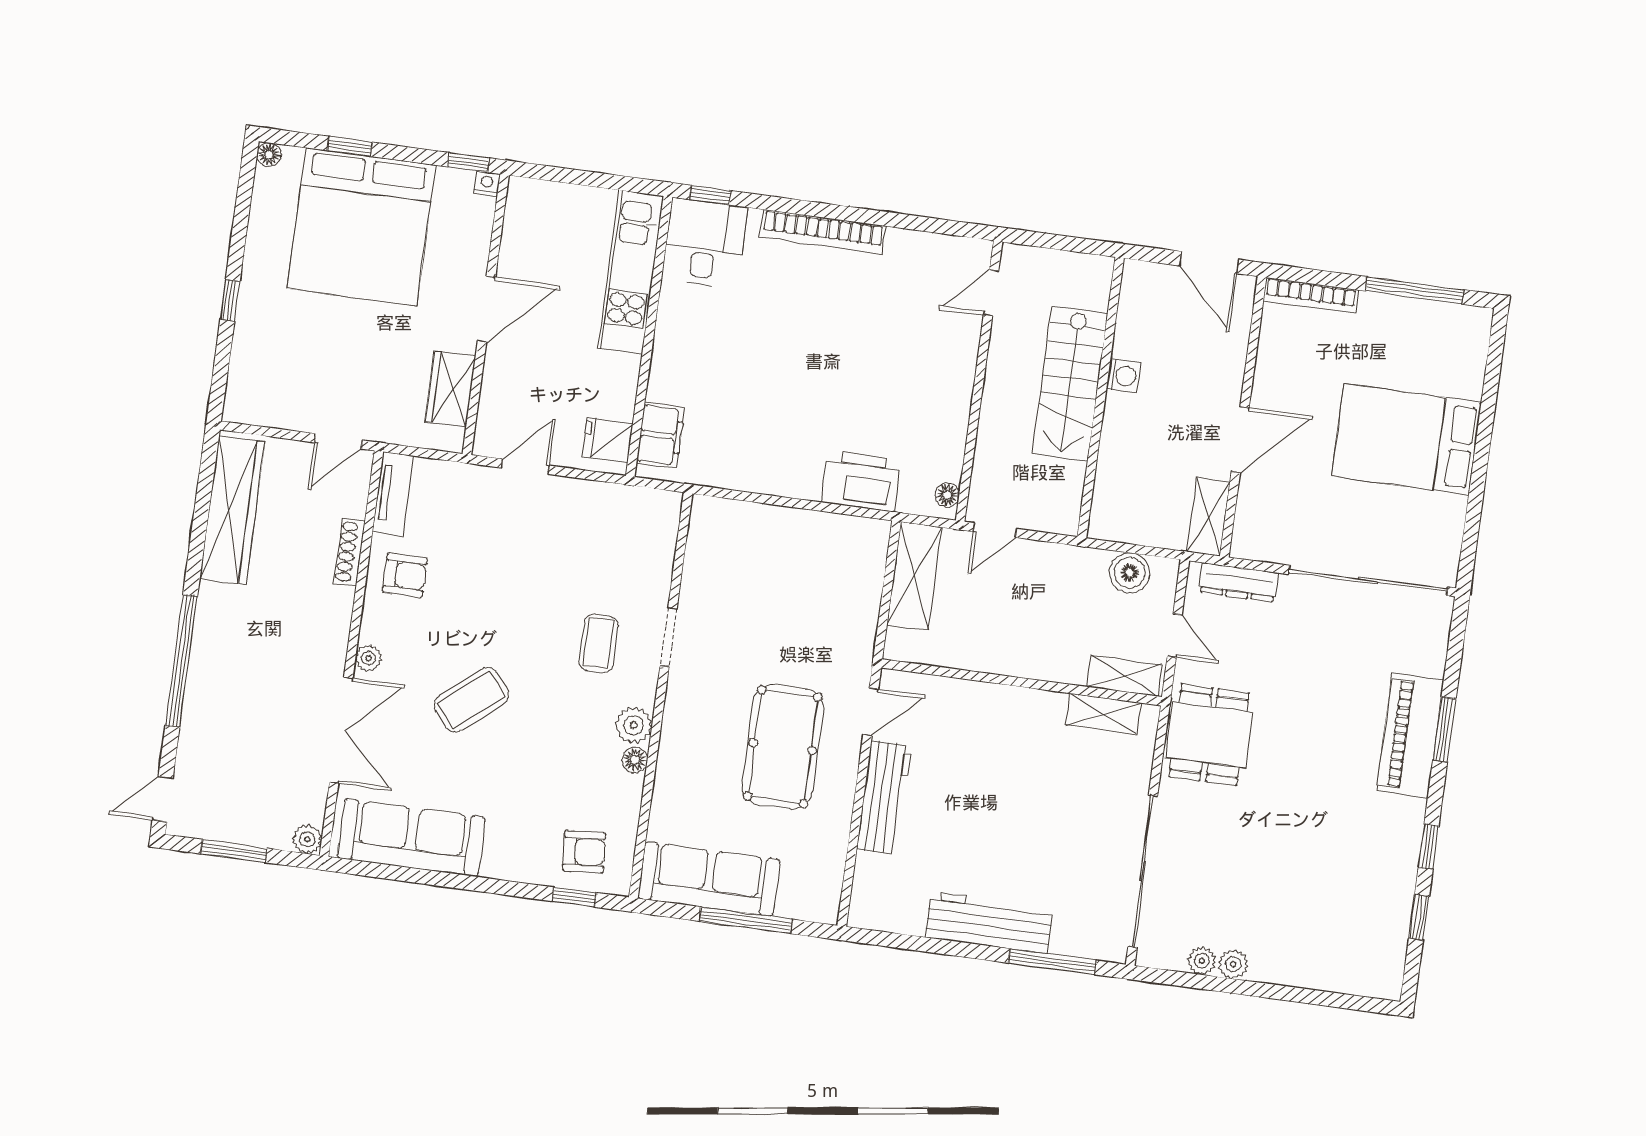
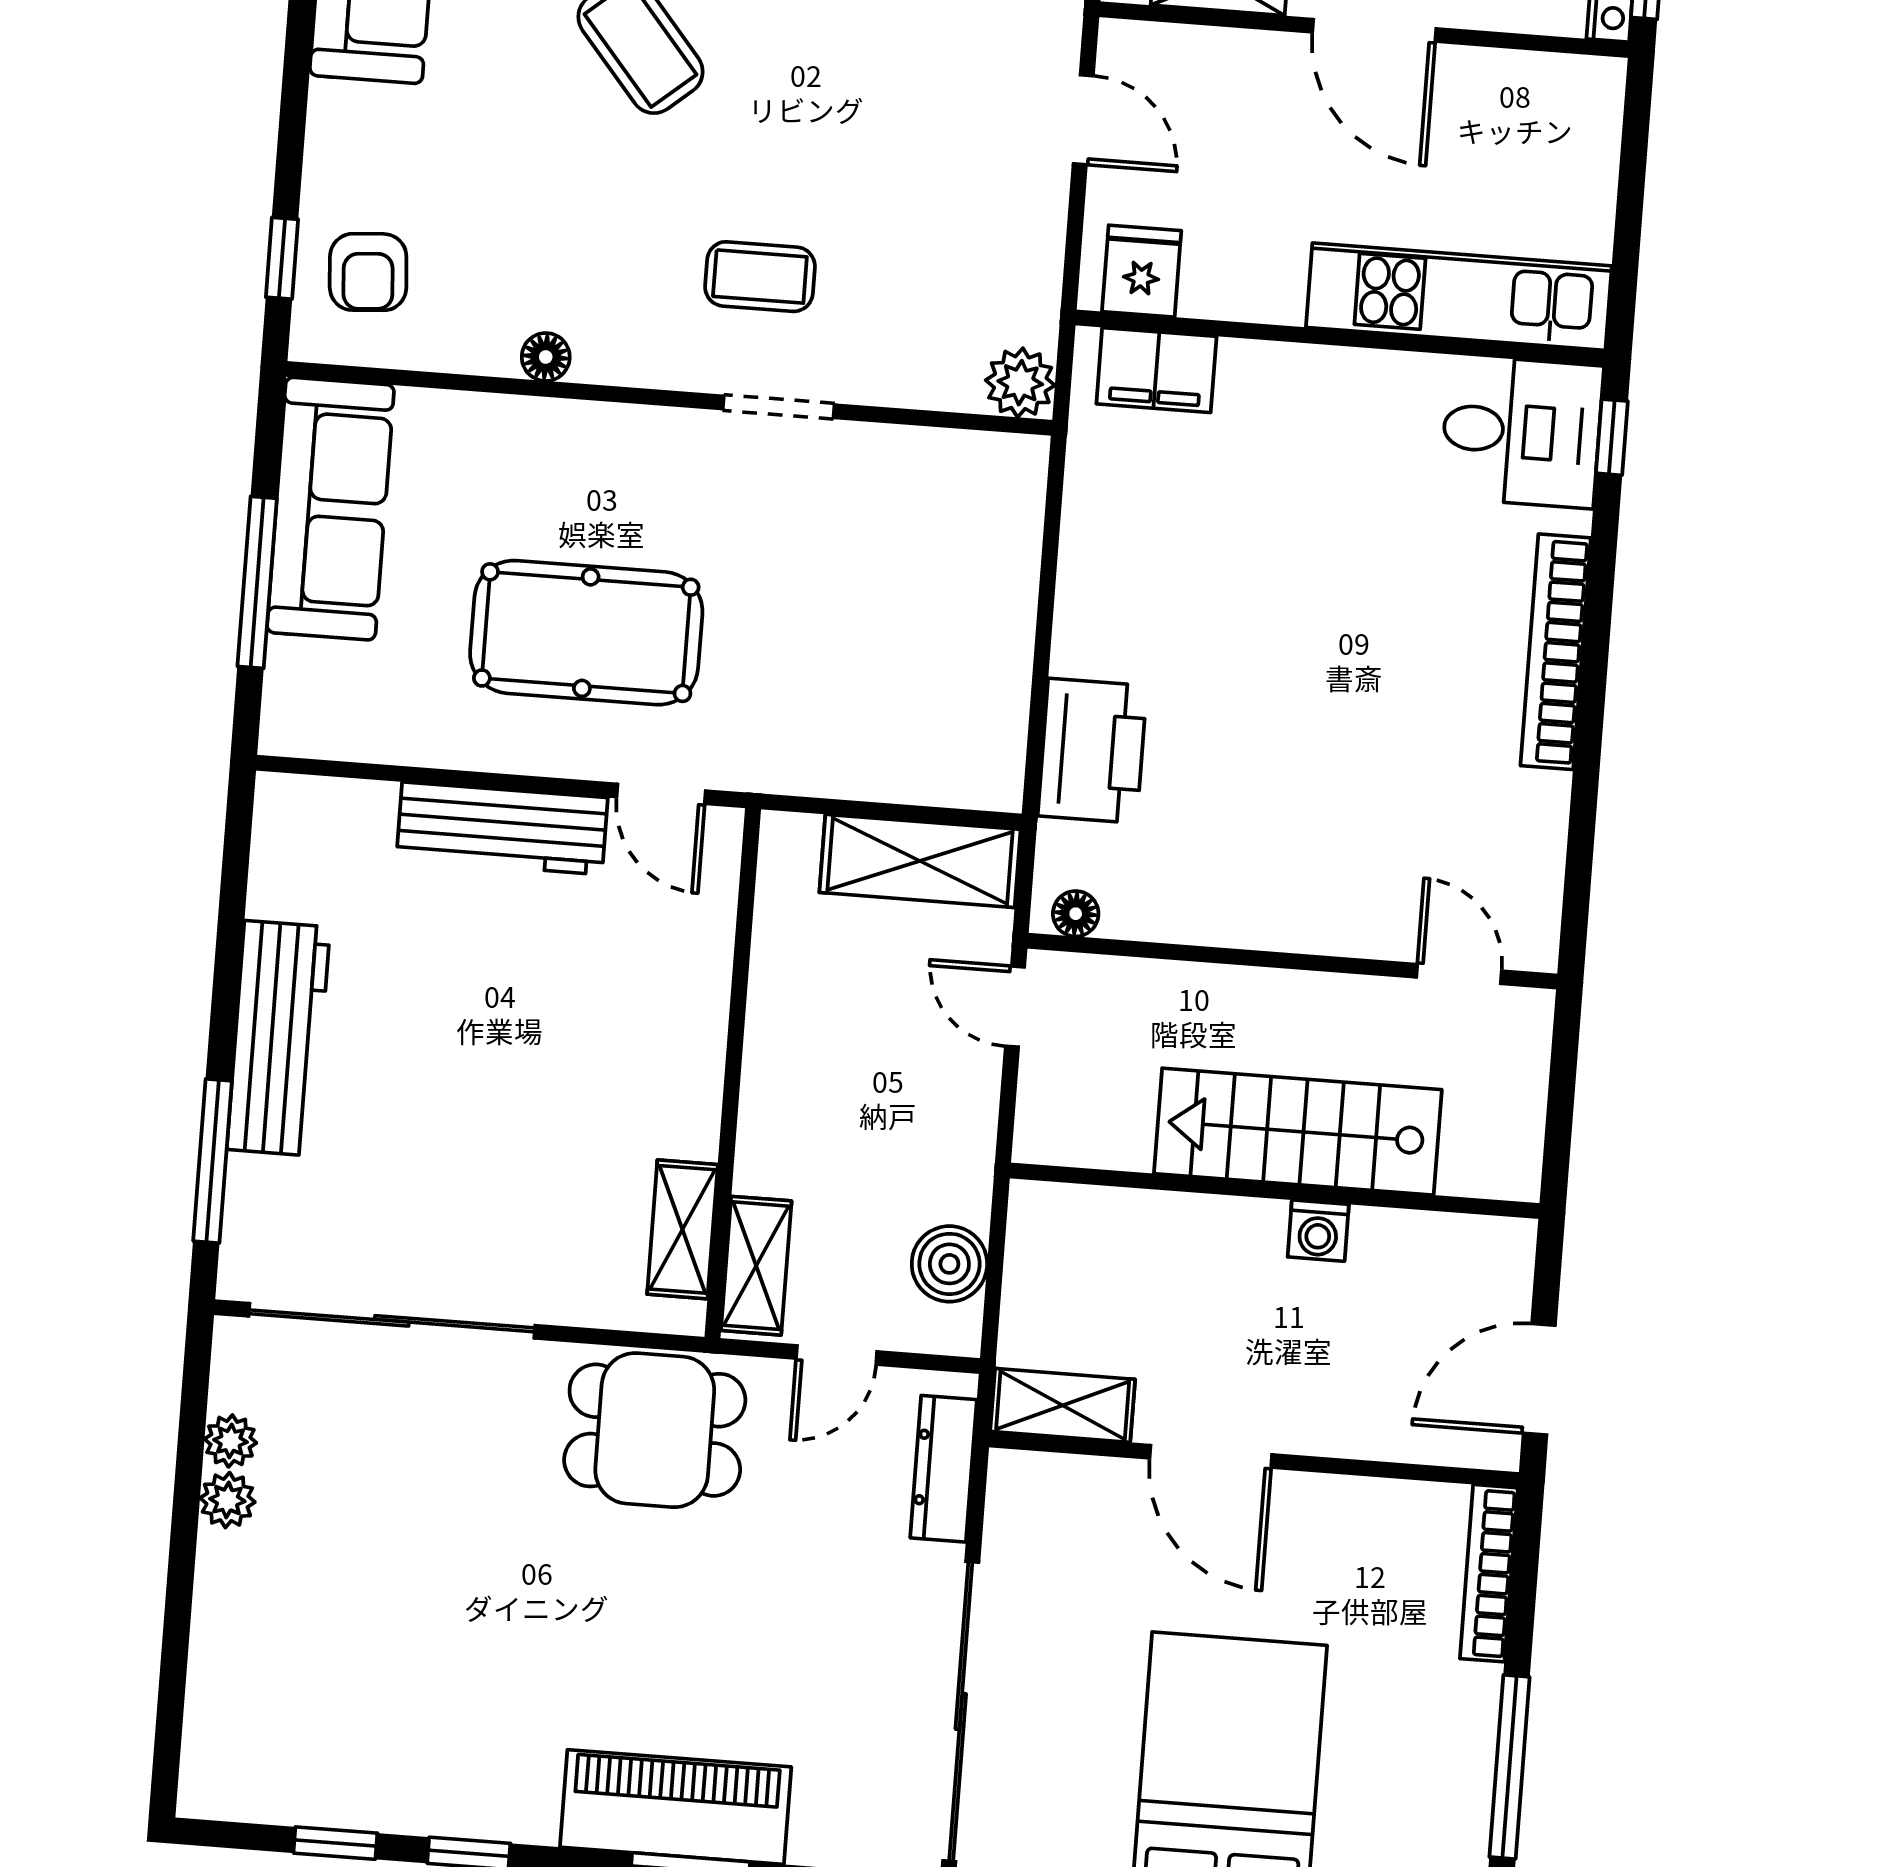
plant: (634, 725) -> (1020, 383), moved

